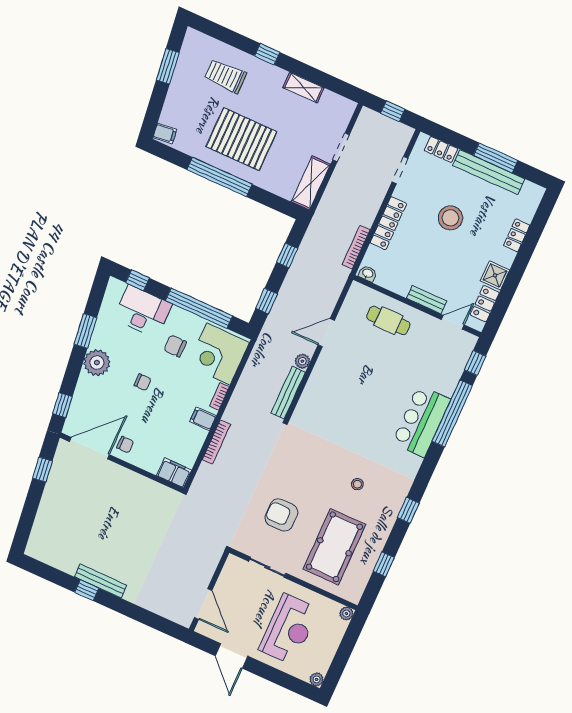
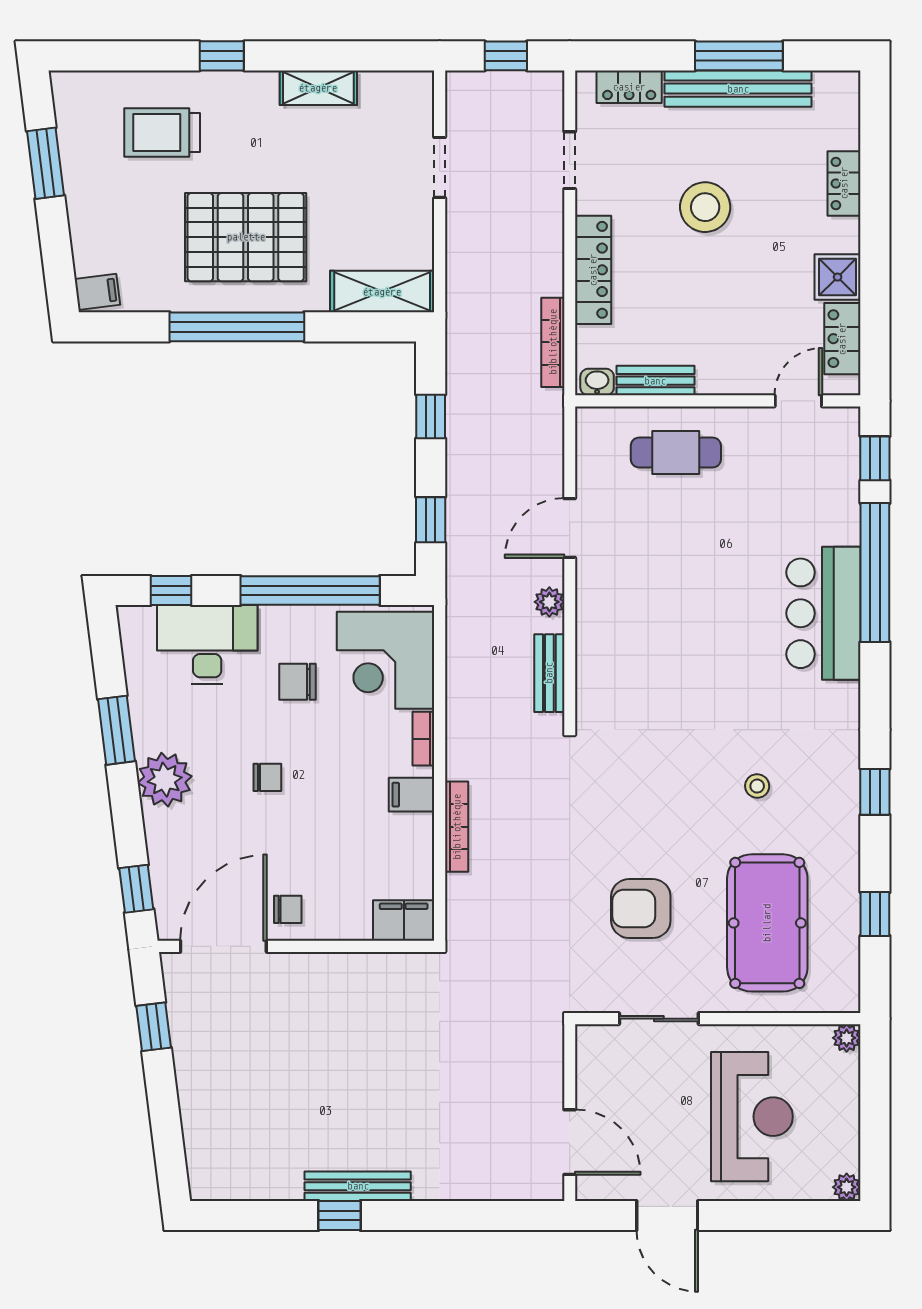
shelving: (311, 183) -> (382, 292), moved, turned 90
bench: (427, 300) -> (655, 381), moved
bench: (288, 393) -> (549, 673), width x0.73

